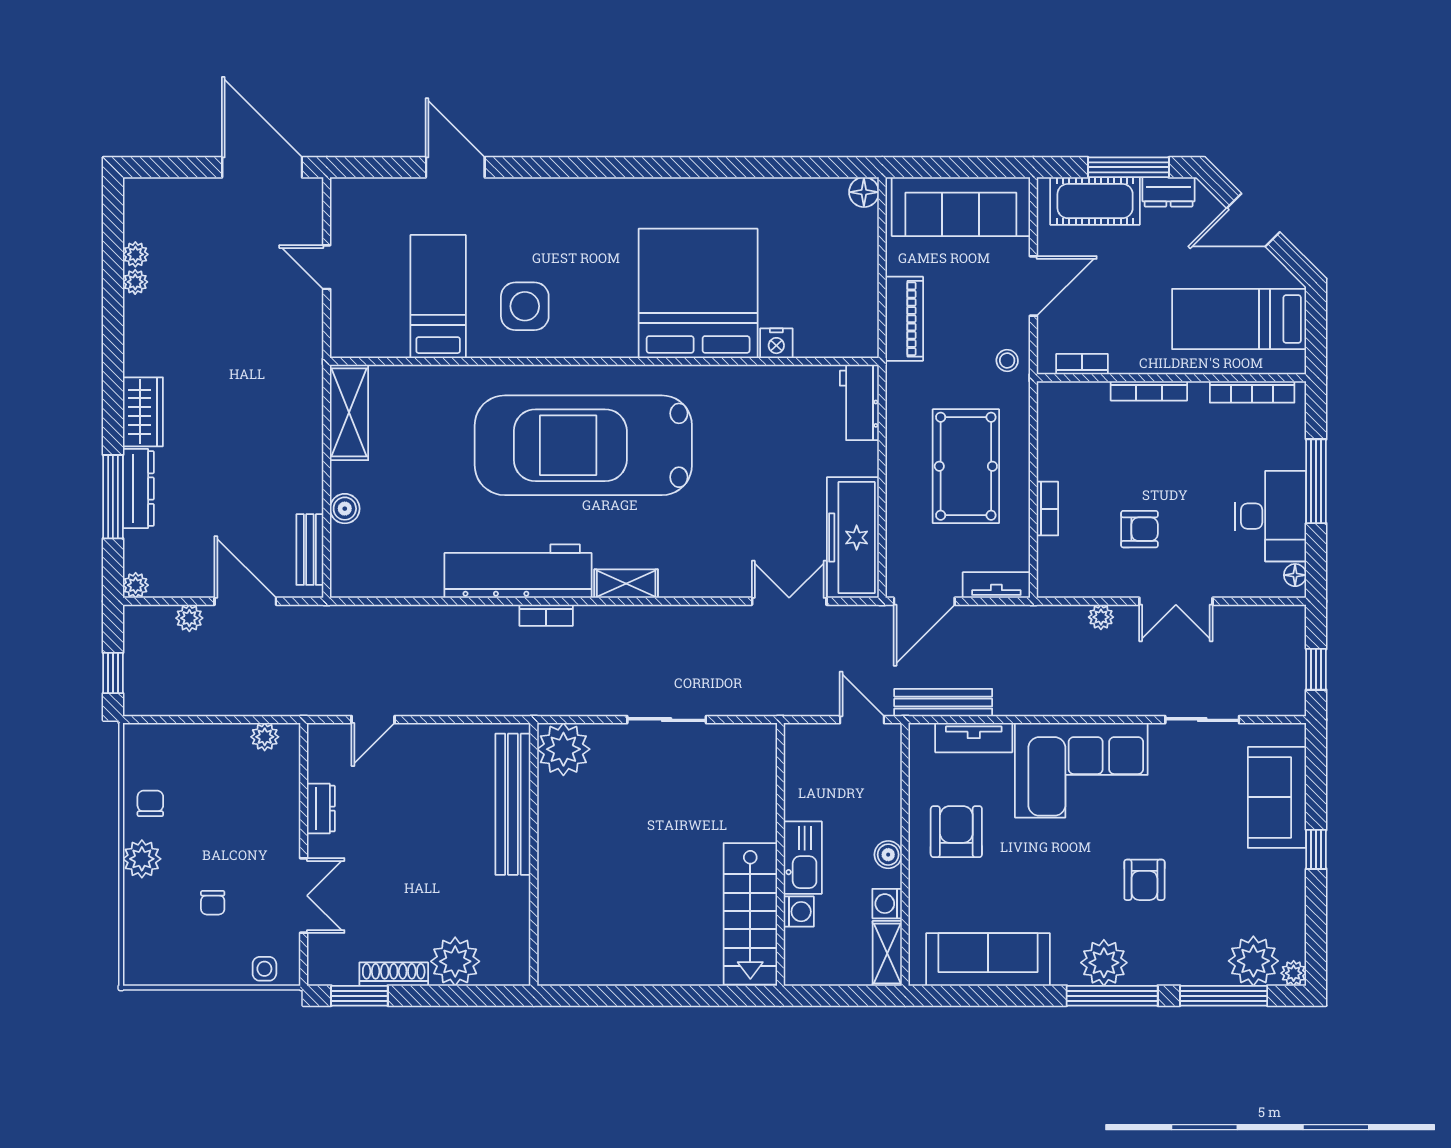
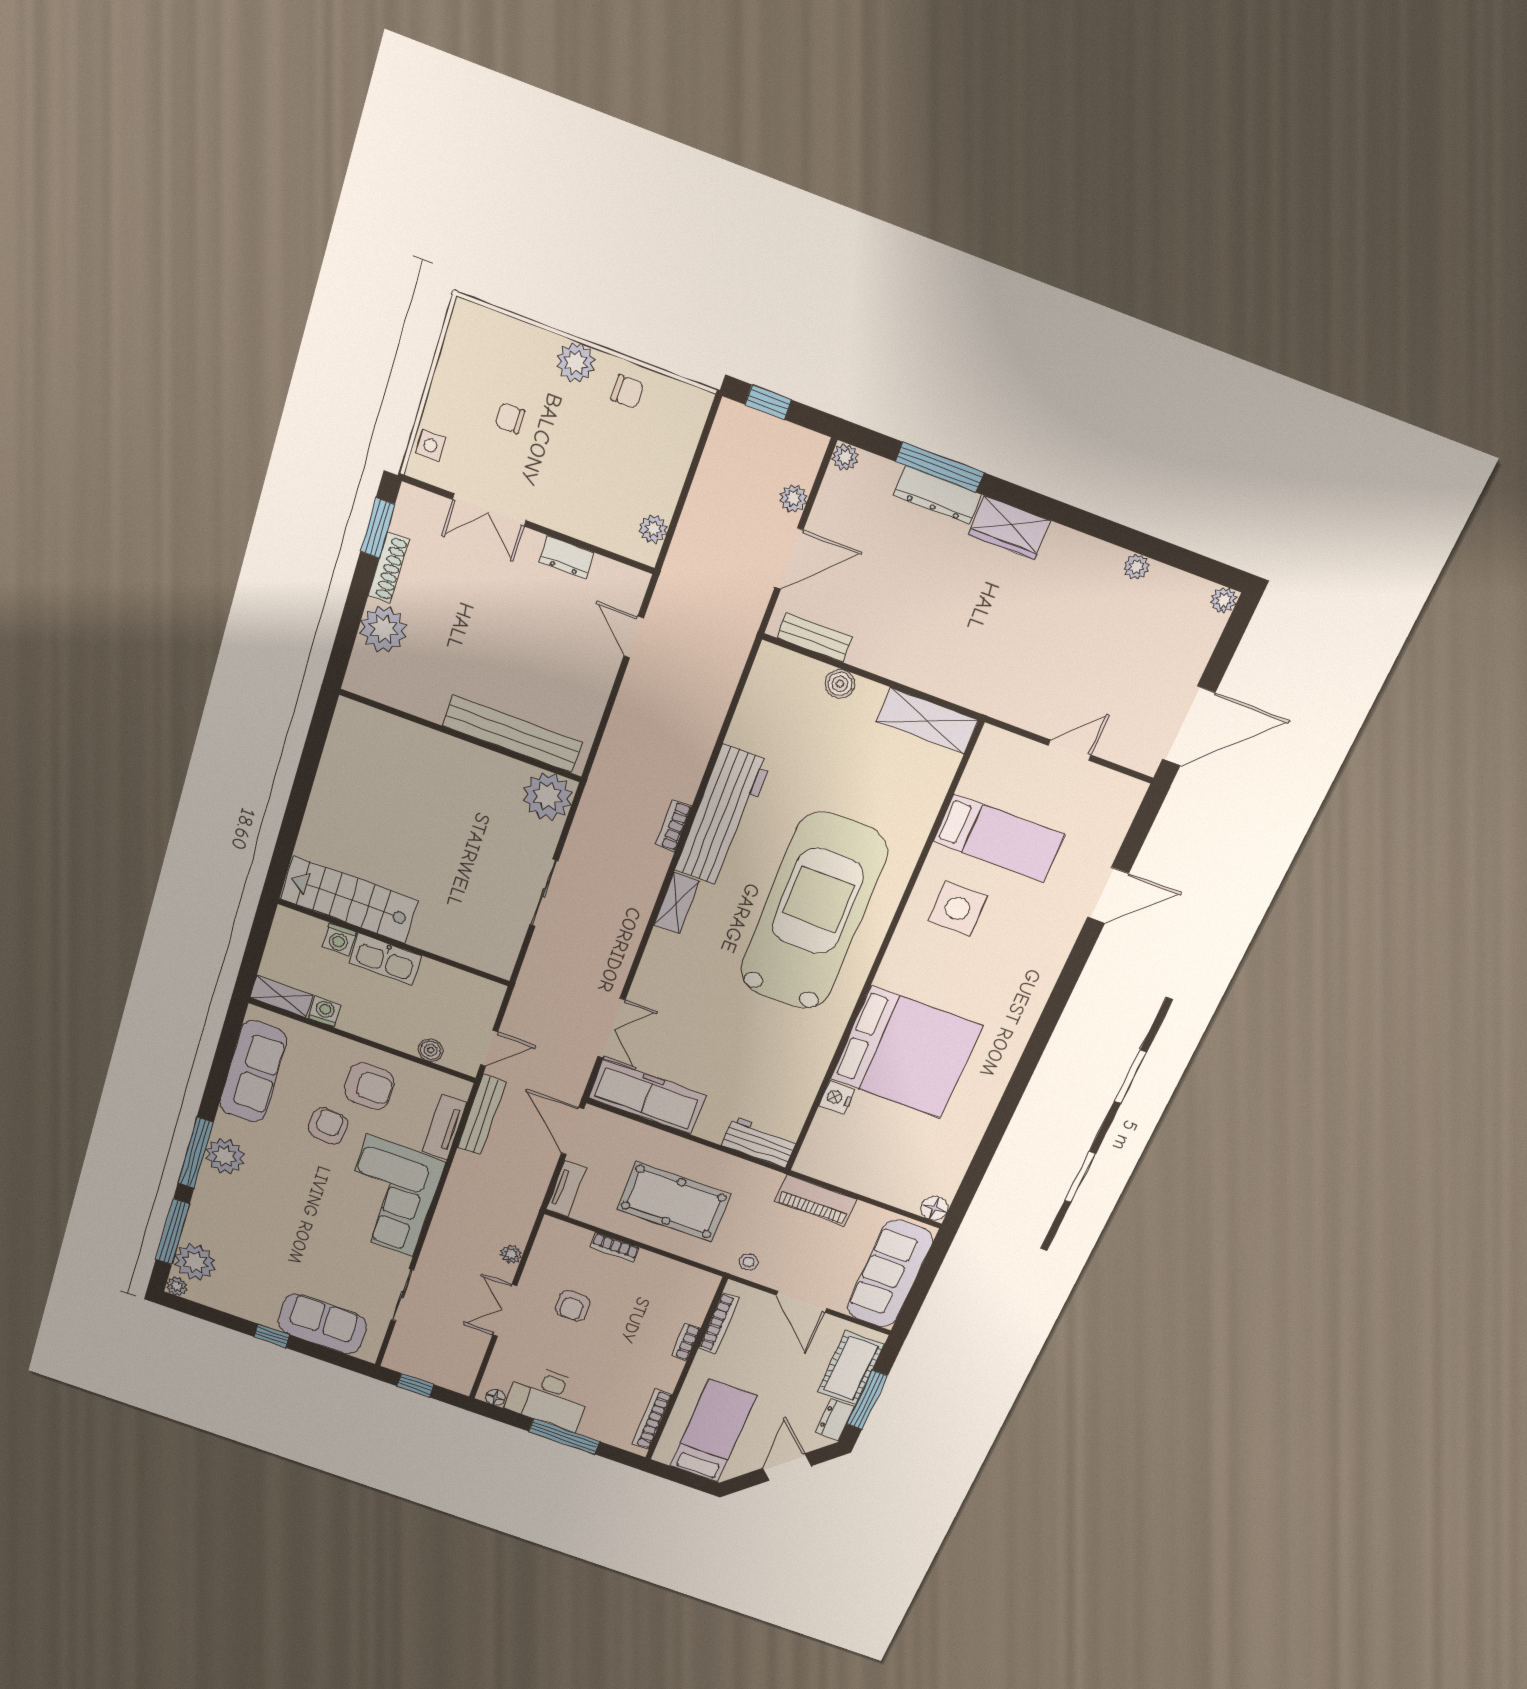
plant: (135, 254) -> (1224, 600), moved
bookcase: (1082, 364) -> (719, 1323), width x1.56
bookcase: (1149, 391) -> (686, 1342), width x0.64
boiler: (888, 855) -> (431, 1050), moved
armchair: (1144, 880) -> (328, 1126), moved, turned 94

